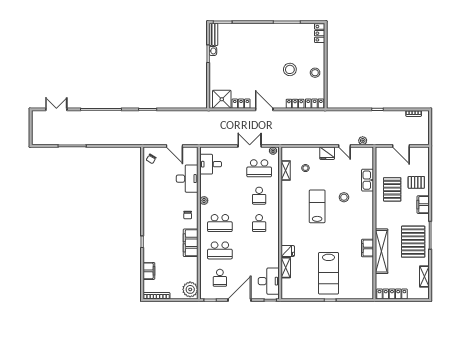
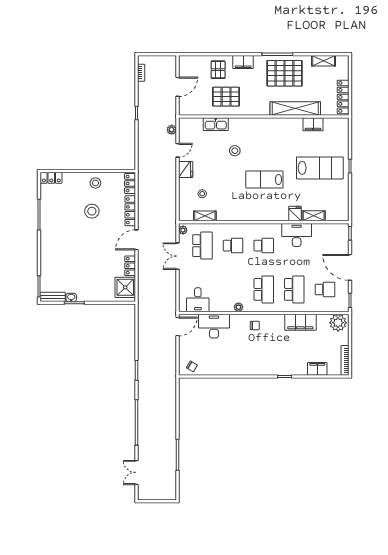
locker: (295, 104) -> (130, 211), width x1.53
door: (174, 146) -> (177, 327), moved
lab bench: (317, 206) -> (264, 179), moved
filing cabinet: (191, 243) -> (300, 322), moved
filing cabinet: (367, 248) -> (313, 124), moved
desk: (269, 281) -> (297, 235), moved

